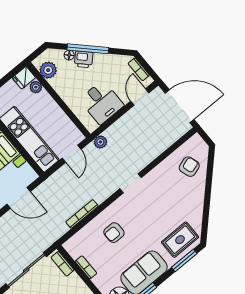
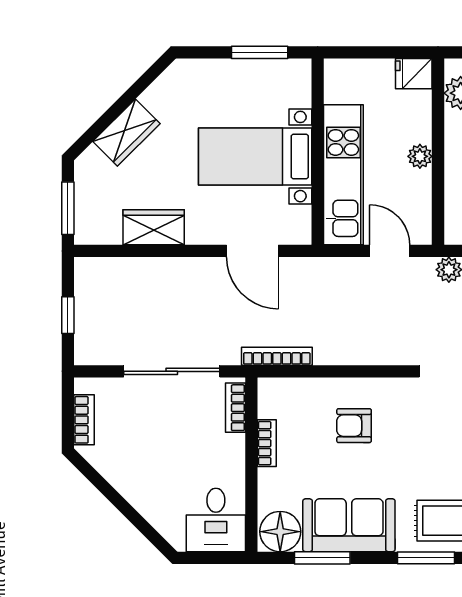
plant: (36, 87) -> (420, 156), moved
door: (72, 154) -> (390, 251), swing flipped
bookcase: (82, 214) -> (277, 356), moved

